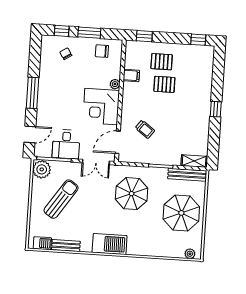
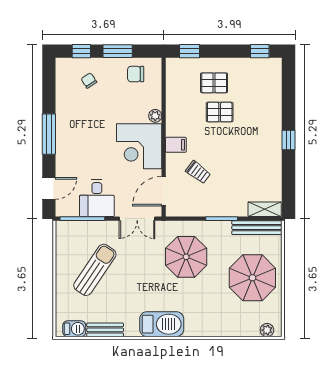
filing cabinet: (131, 75) -> (176, 145), moved
plant: (42, 169) -> (67, 233), removed

